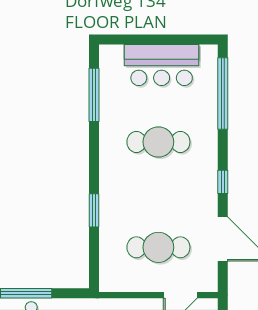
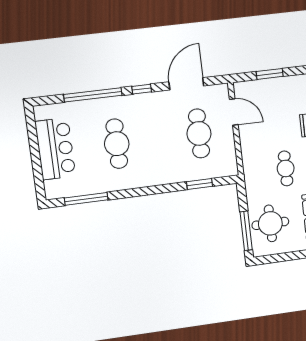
window: (223, 93) -> (93, 95), moved
window: (94, 210) -> (199, 184), moved

